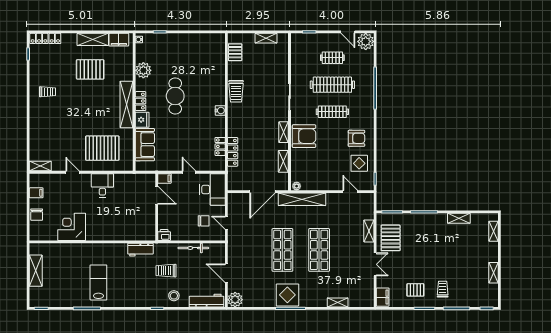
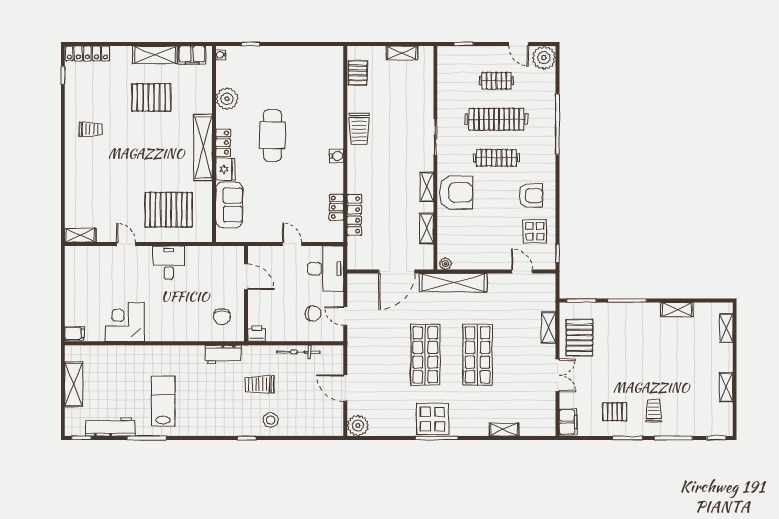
filing cabinet: (165, 178) -> (257, 253), removed
filing cabinet: (36, 193) -> (74, 333), moved
chair: (37, 215) -> (222, 317), moved
workbench: (206, 301) -> (110, 427), moved

